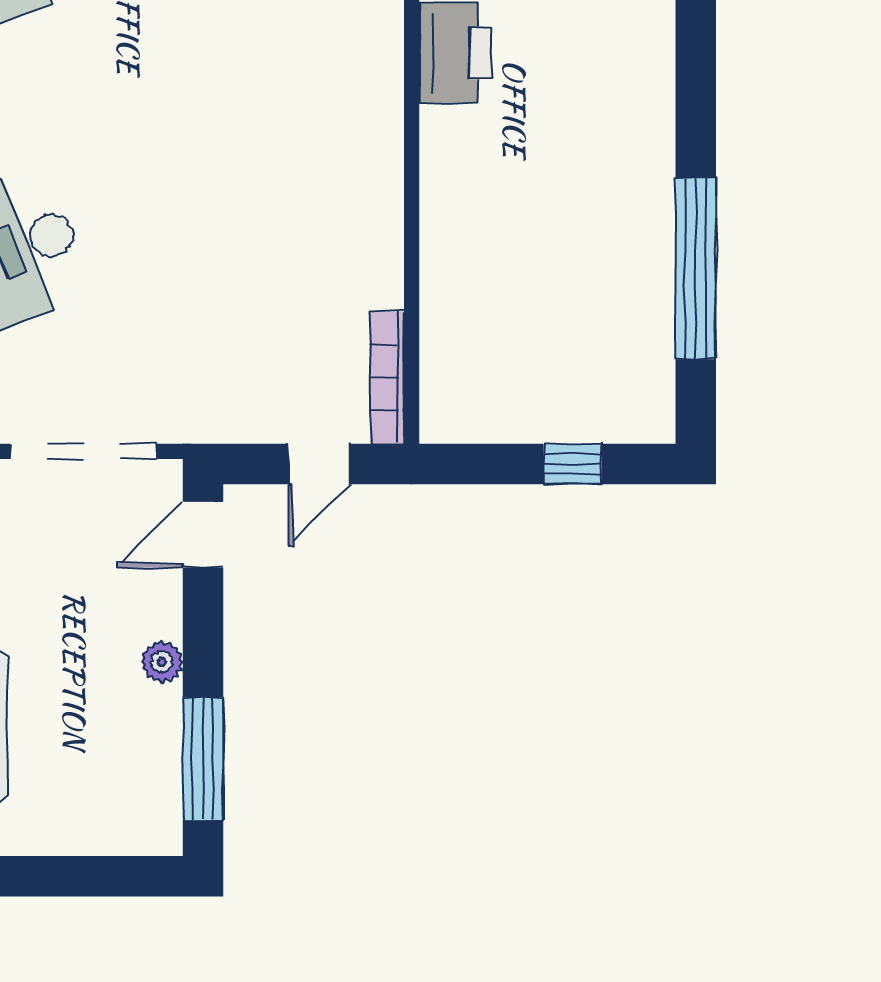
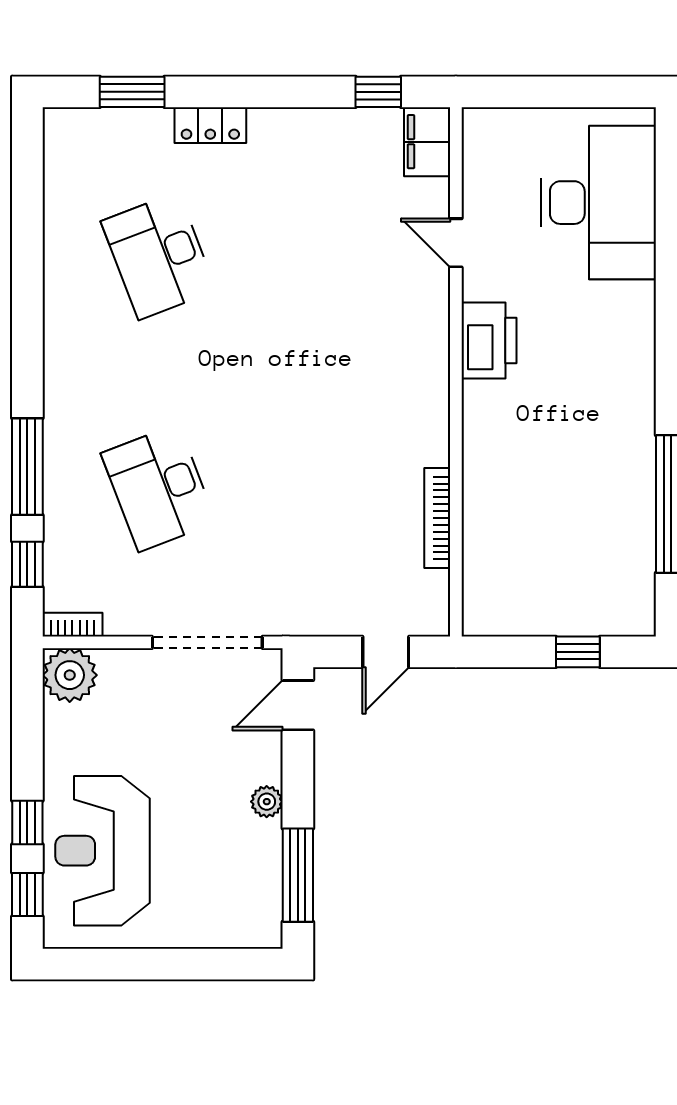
bookcase: (387, 378) -> (437, 518), moved

